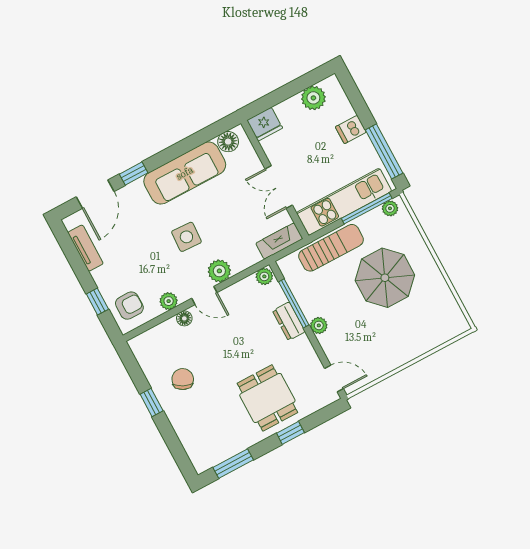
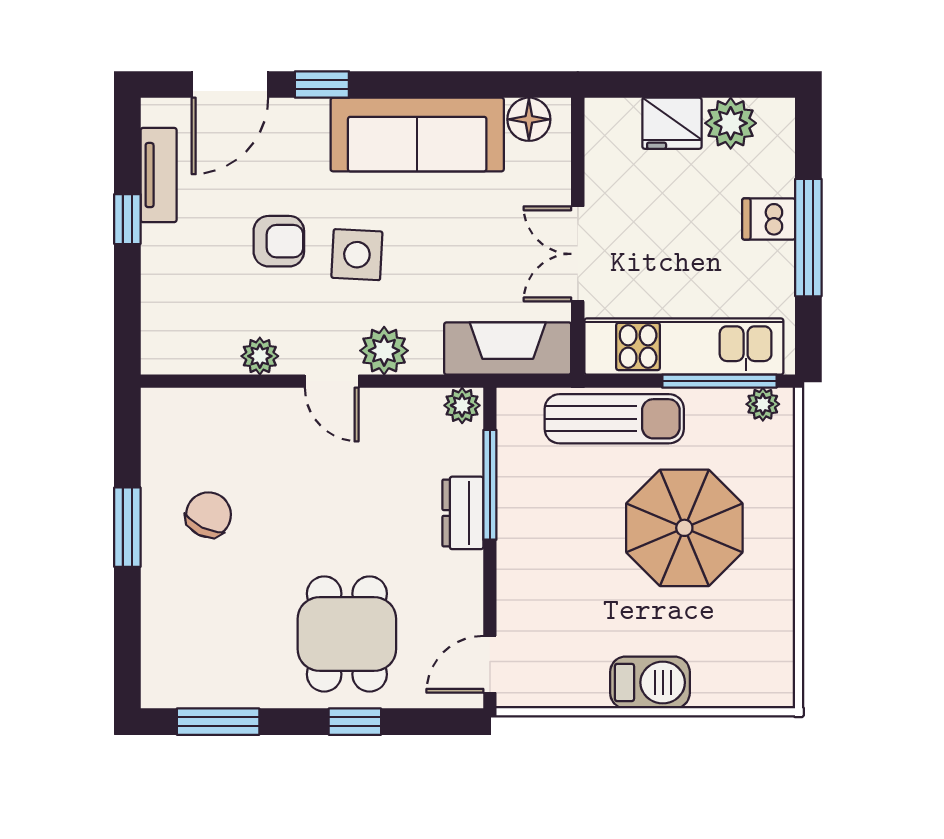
fridge: (265, 124) -> (672, 123), moved
window: (384, 151) -> (808, 238), moved
fireplace: (279, 241) -> (508, 348), width x1.37, depth x1.32
window: (97, 302) -> (127, 219), moved
armchair: (129, 306) -> (279, 241), moved
floor lamp: (184, 318) -> (272, 404), removed
plant: (319, 325) -> (514, 551), removed
barbecue: (405, 350) -> (650, 682), added
door: (334, 379) -> (490, 664), swing flipped
window: (152, 403) -> (127, 527), width x1.50

